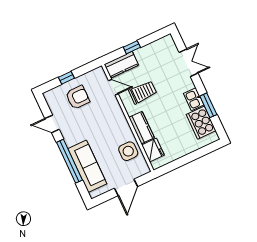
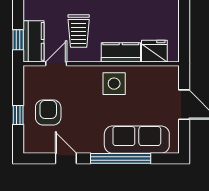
window: (132, 47) -> (18, 40), moved
trolley: (143, 92) -> (79, 31), turned 180
door: (52, 124) -> (66, 158), swing flipped
side table: (128, 151) -> (114, 84), moved

